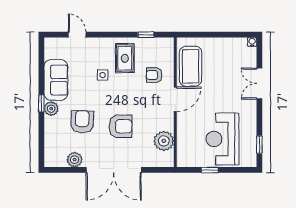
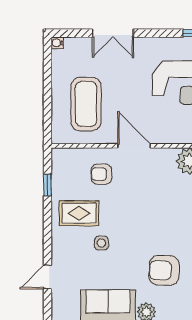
coffee table: (191, 66) -> (86, 104), moved, turned 90
armchair: (154, 75) -> (101, 174), turned 90
armchair: (121, 126) -> (170, 219), removed

